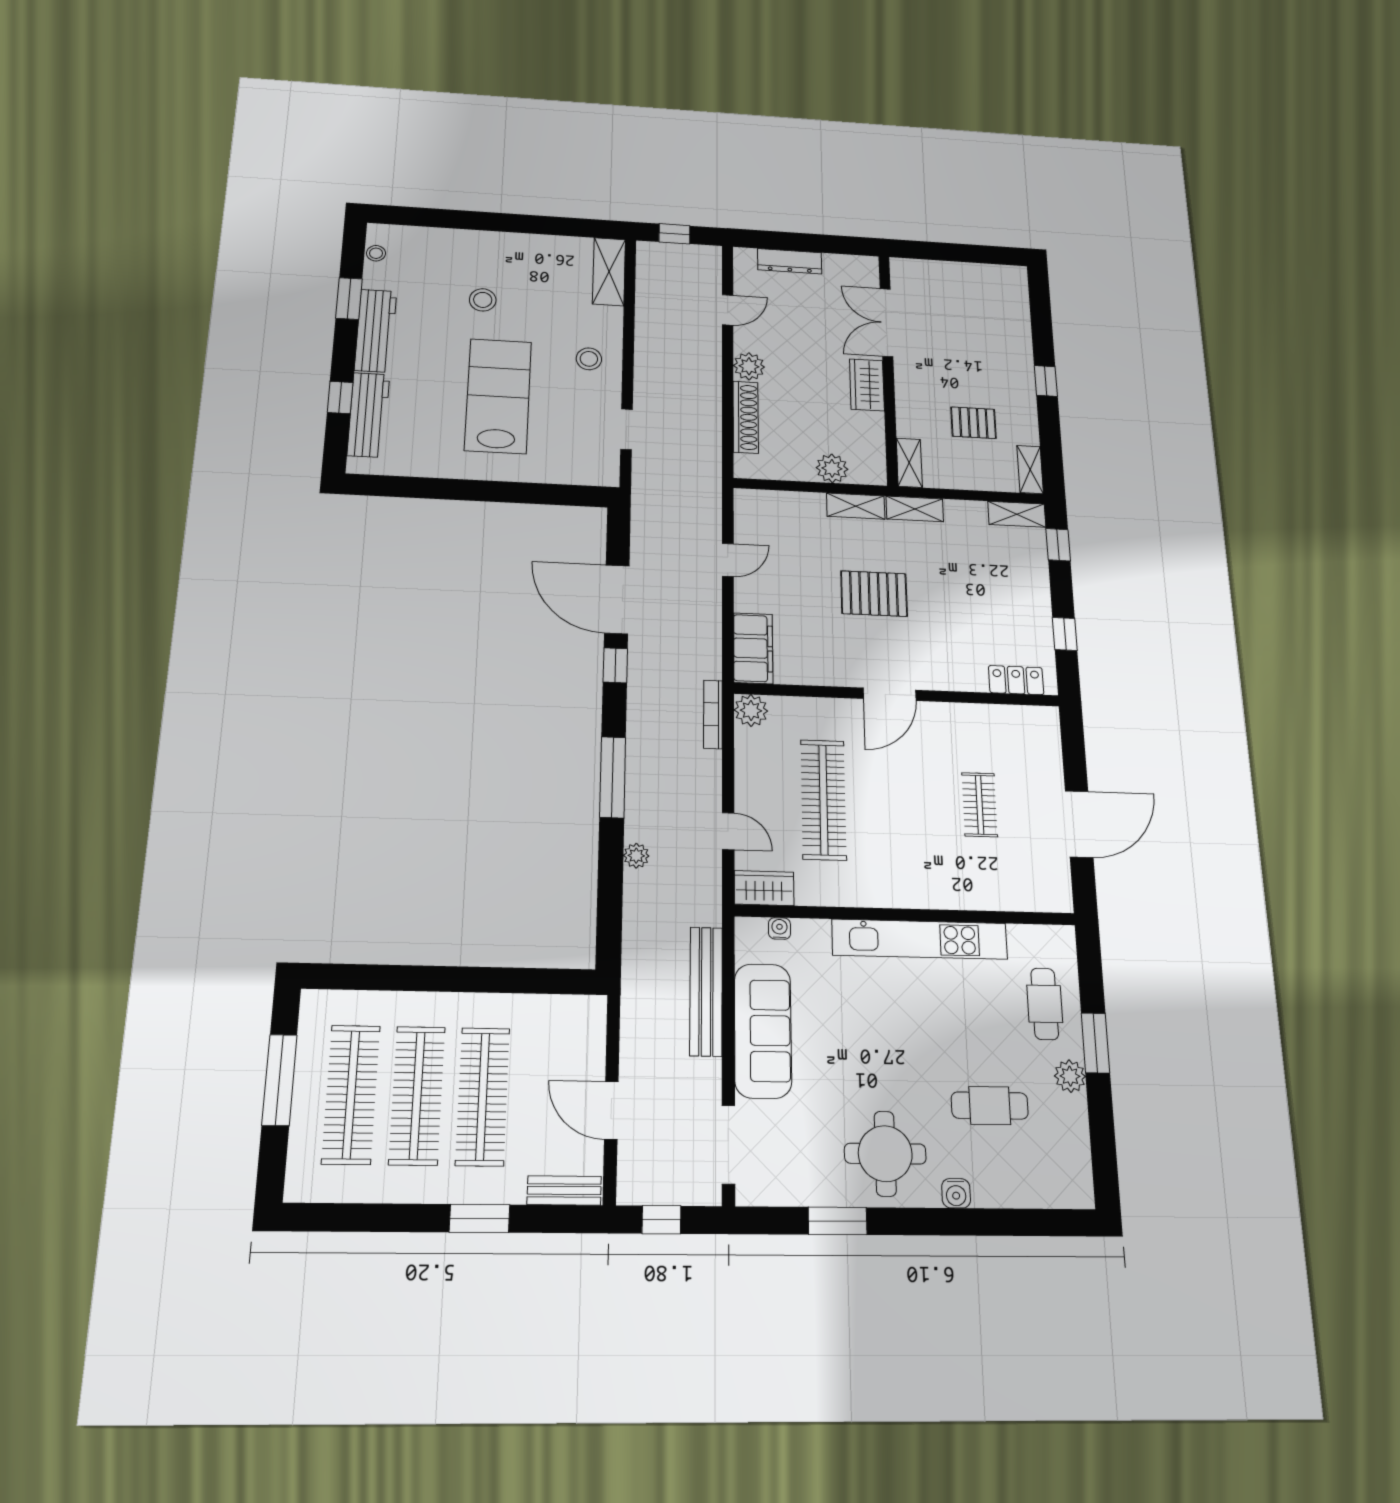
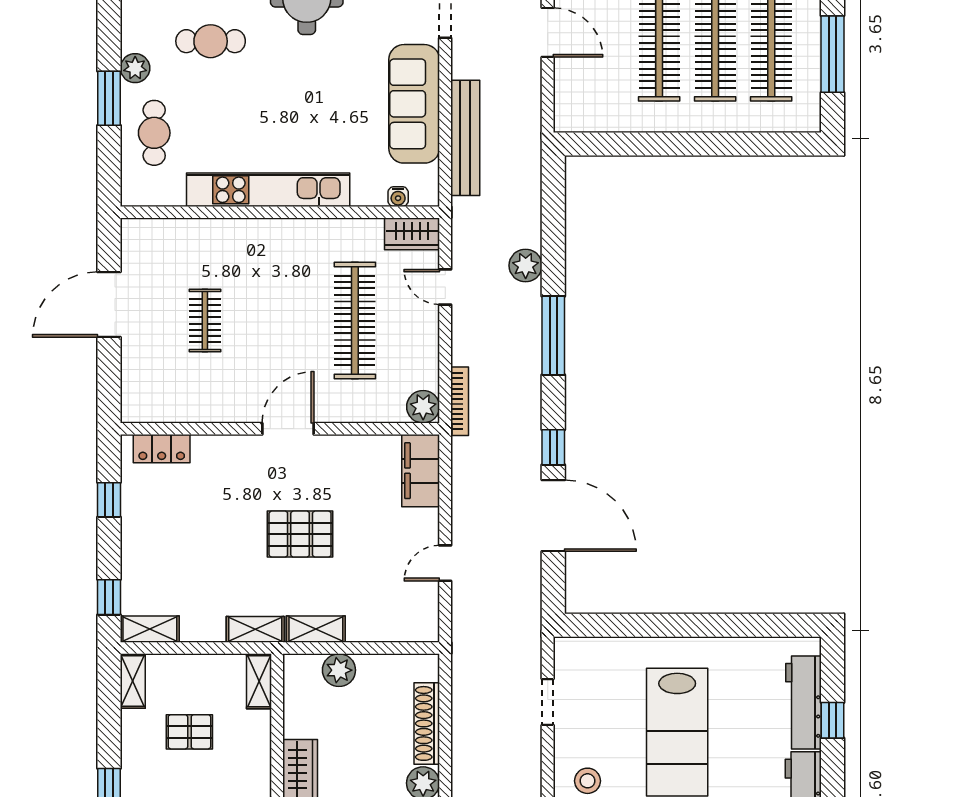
plant: (636, 856) -> (526, 265), width x1.38, depth x1.38

